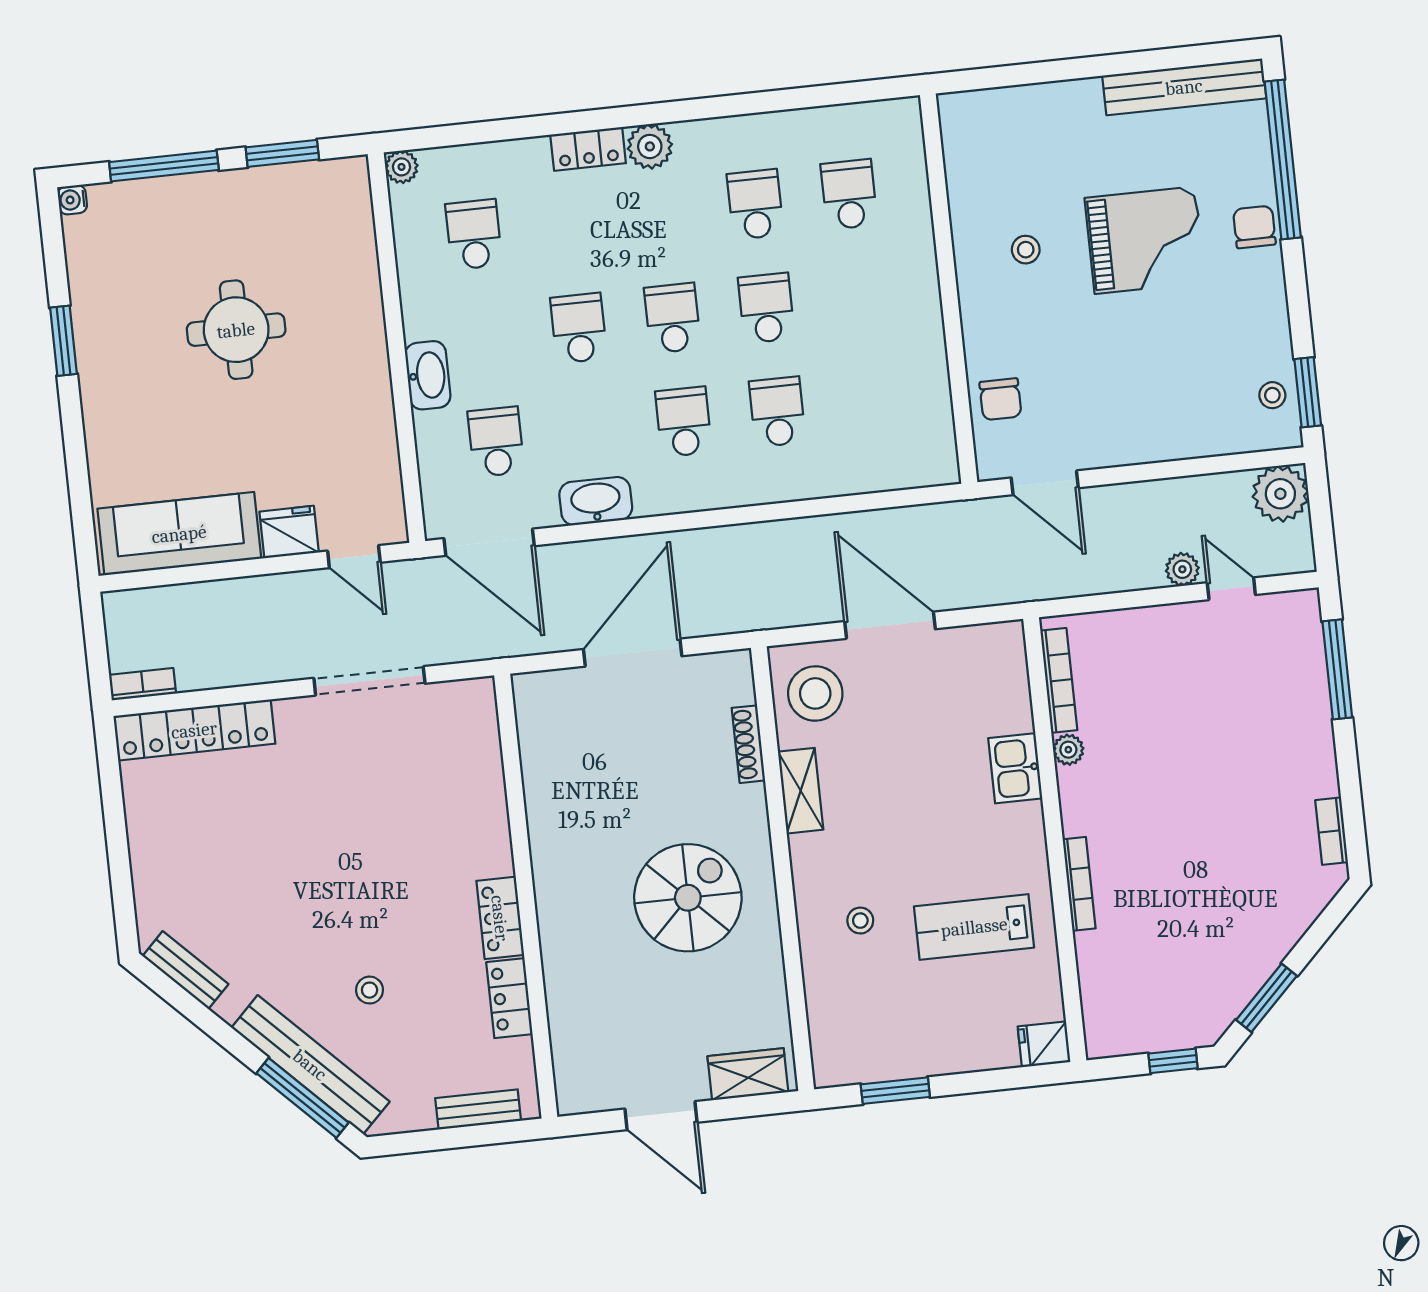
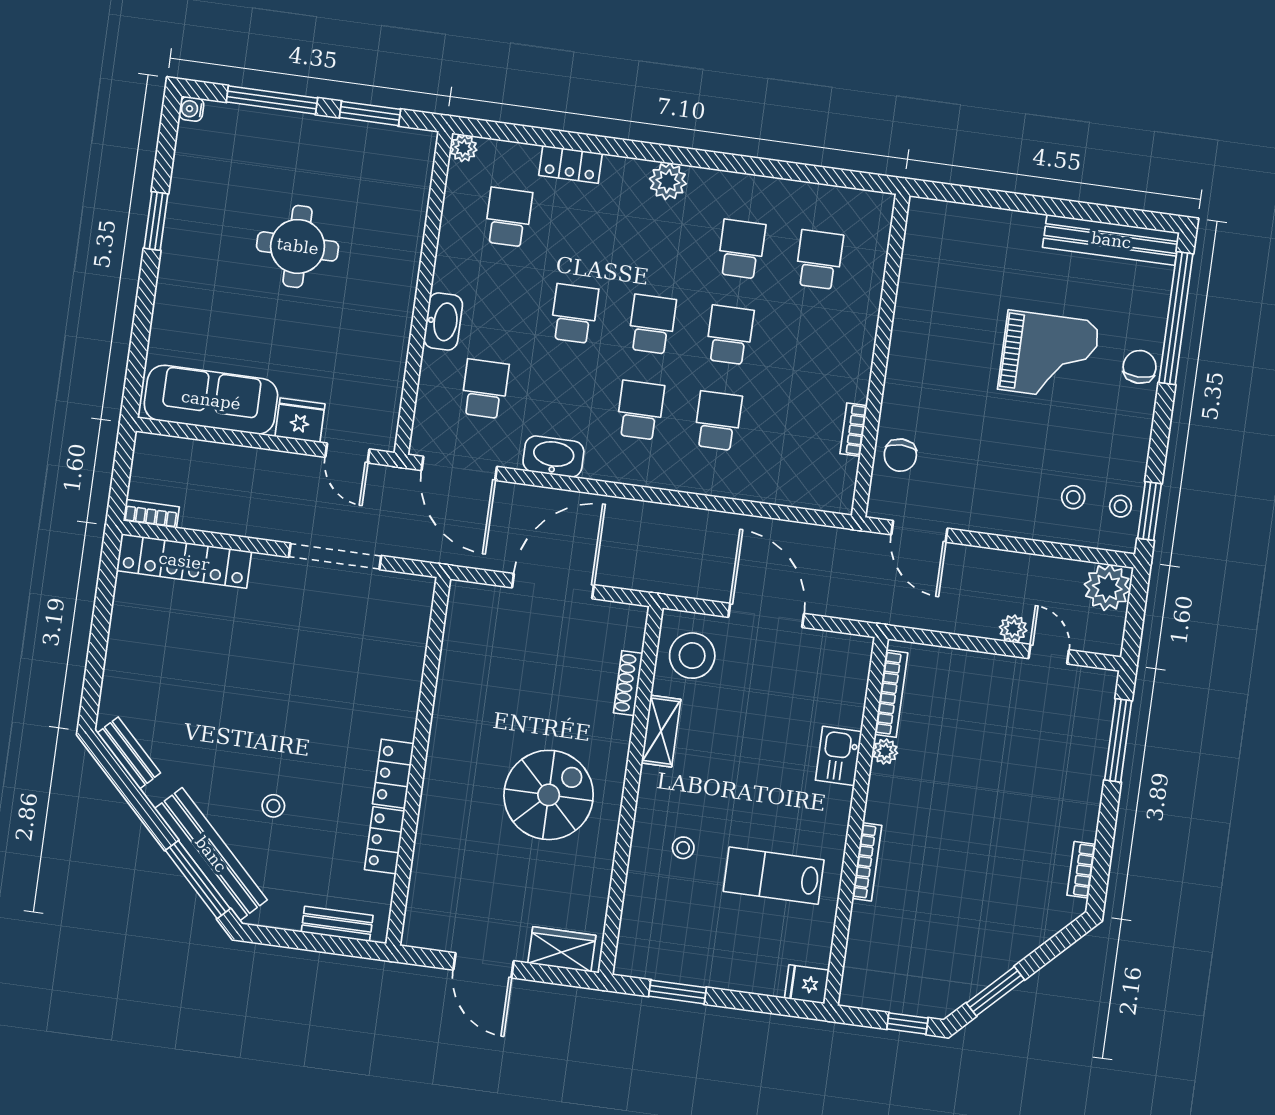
locker: (588, 149) -> (570, 164), moved
stool: (1026, 250) -> (1073, 497), moved
bookcase: (938, 383) -> (853, 430), added

